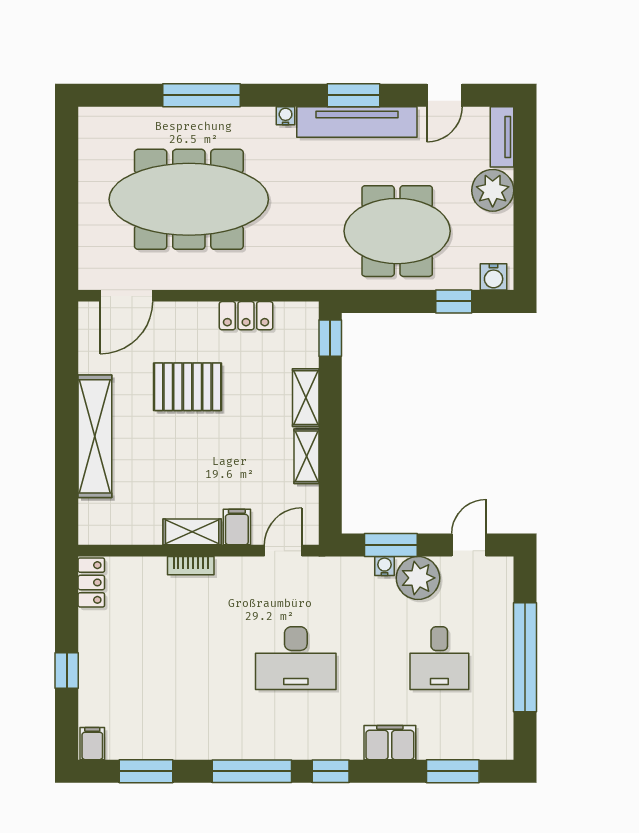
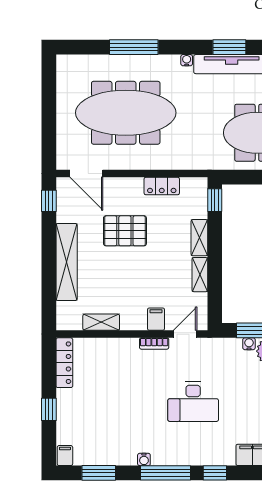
door: (126, 296) -> (86, 173), hinge flipped
window: (67, 339) -> (49, 201), added
shelving: (192, 532) -> (101, 322), moved
bookcase: (191, 566) -> (154, 343), moved
locker: (91, 582) -> (64, 363), width x1.53
water cooler: (218, 750) -> (144, 459), added

